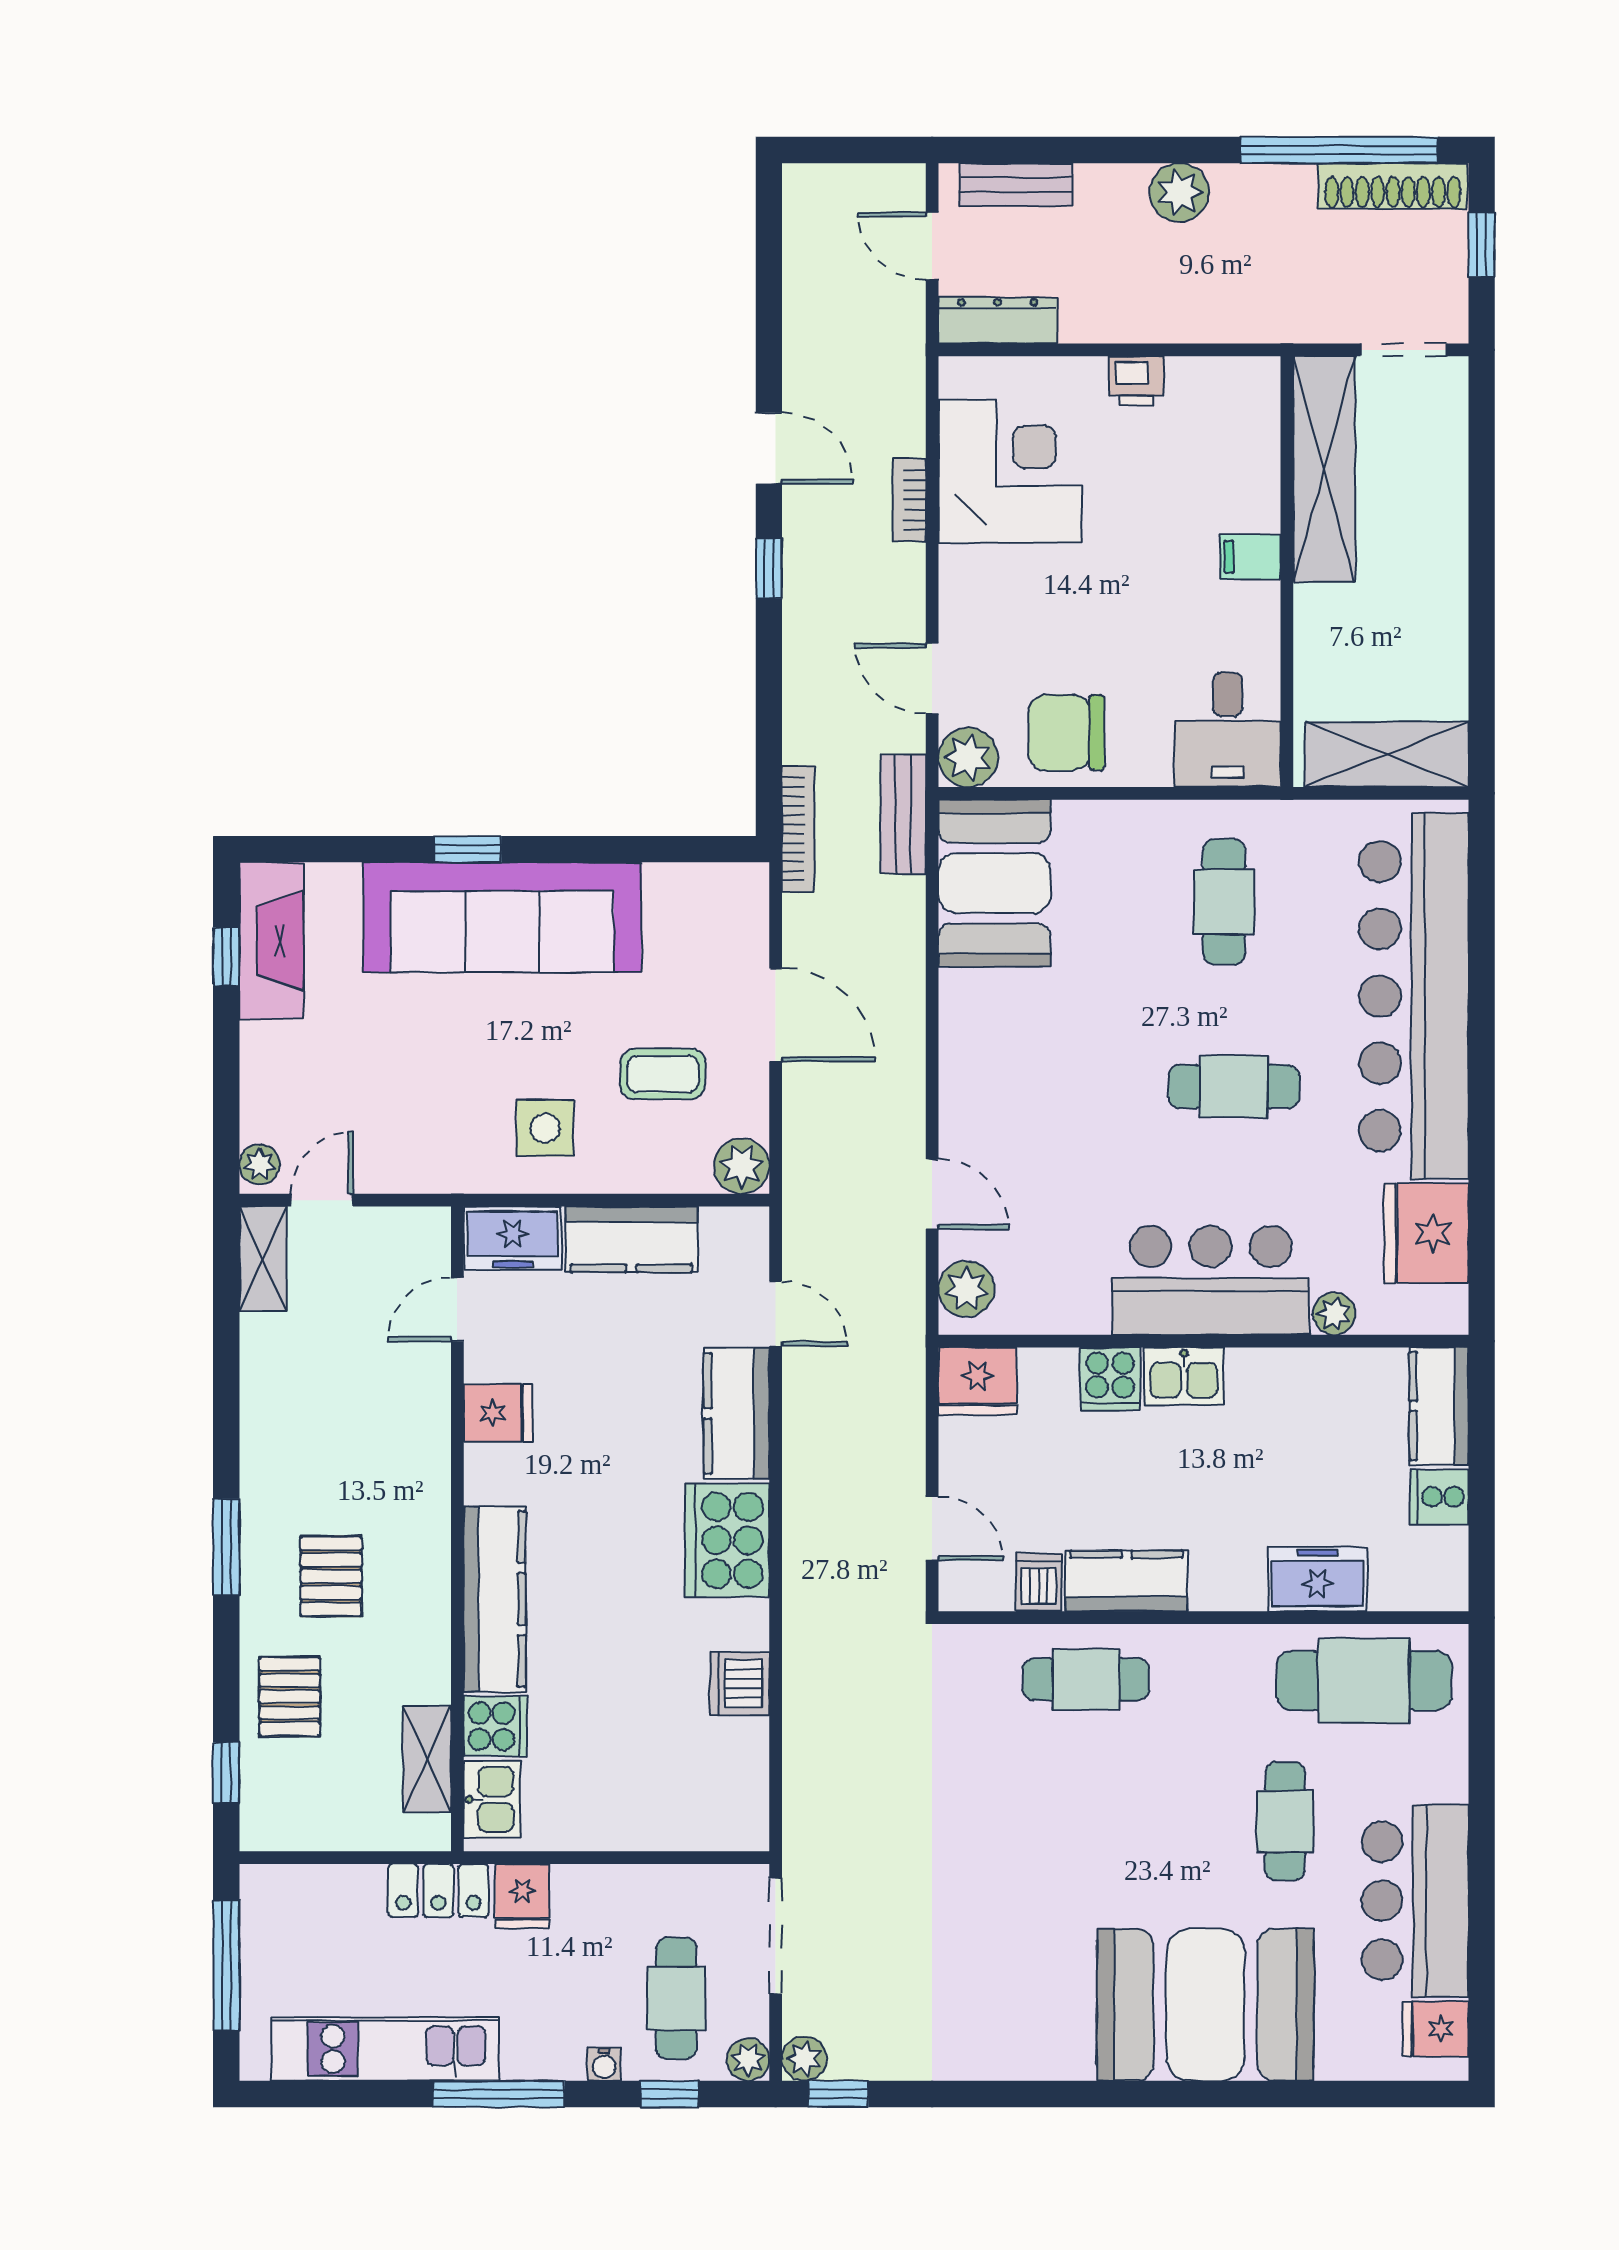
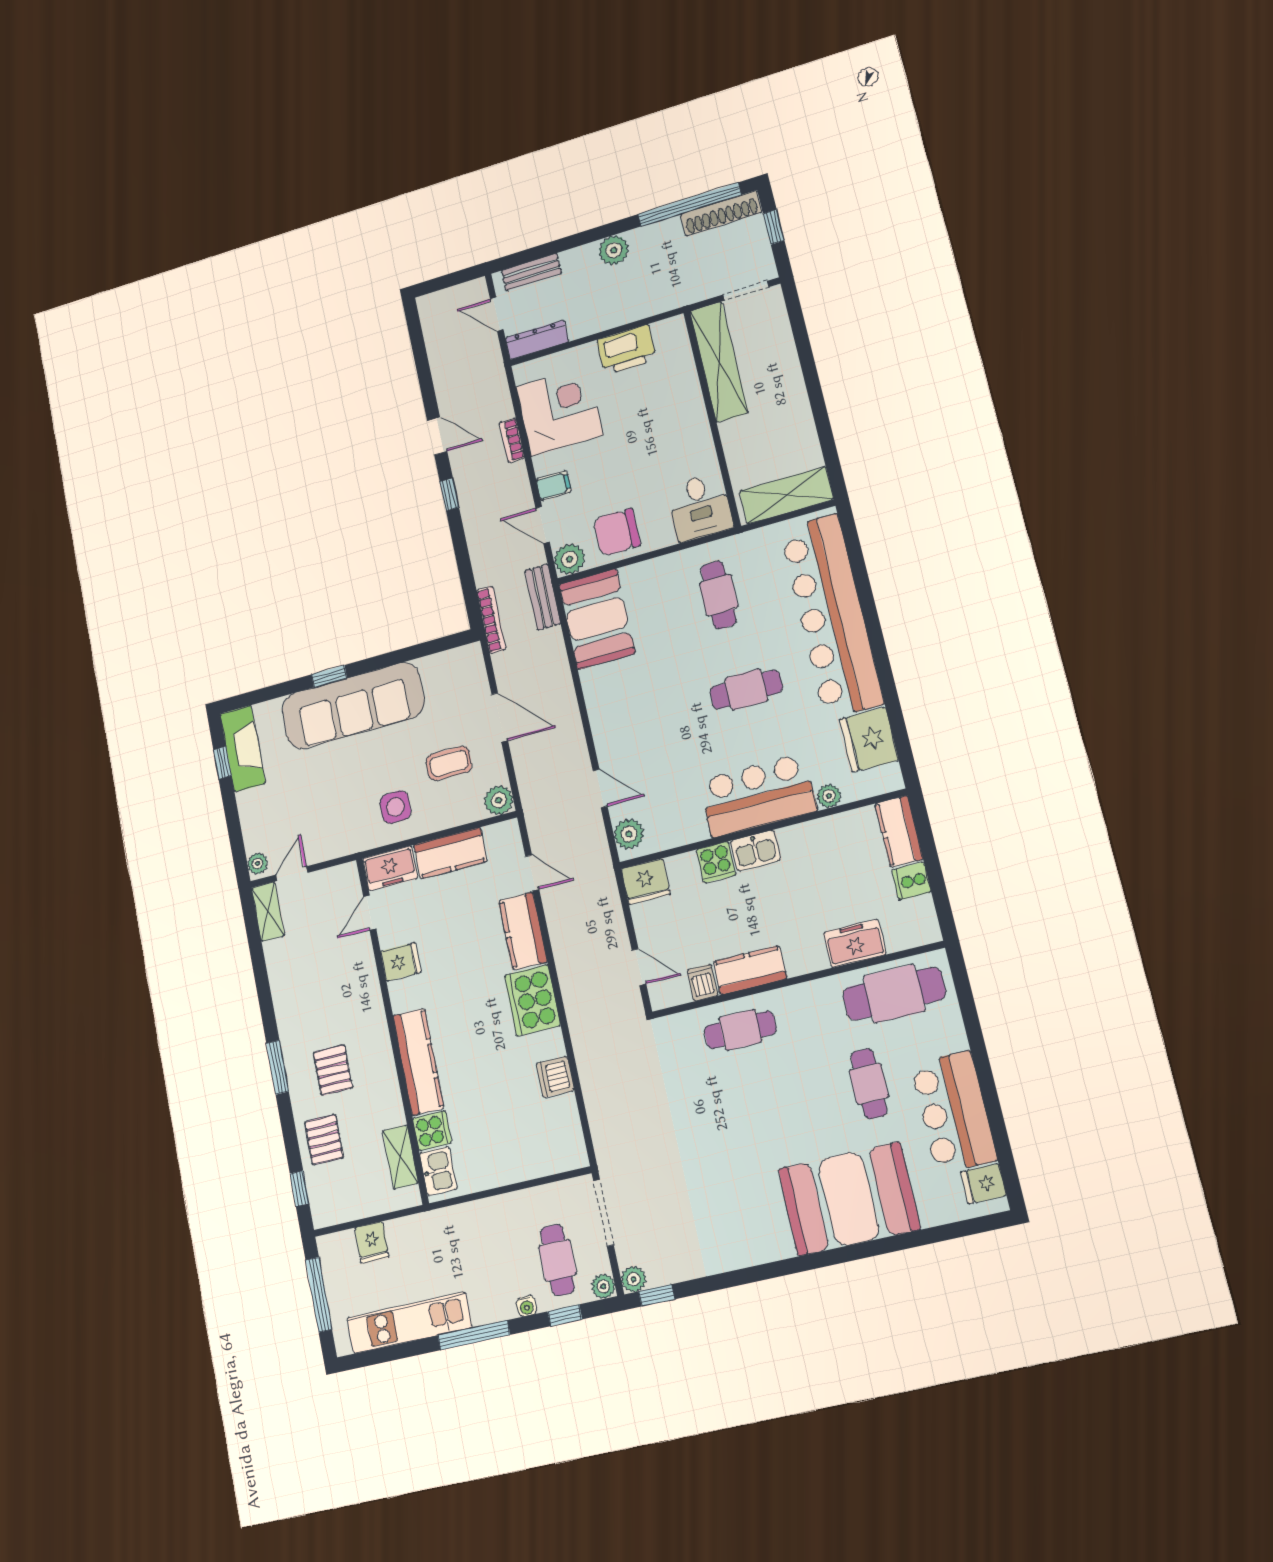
printer: (1137, 381) -> (626, 350), width x1.87, depth x1.48
filing cabinet: (1250, 557) -> (554, 486), moved, turned 180
locker: (438, 1891) -> (420, 1228), removed
fridge: (522, 1896) -> (372, 1242), moved

